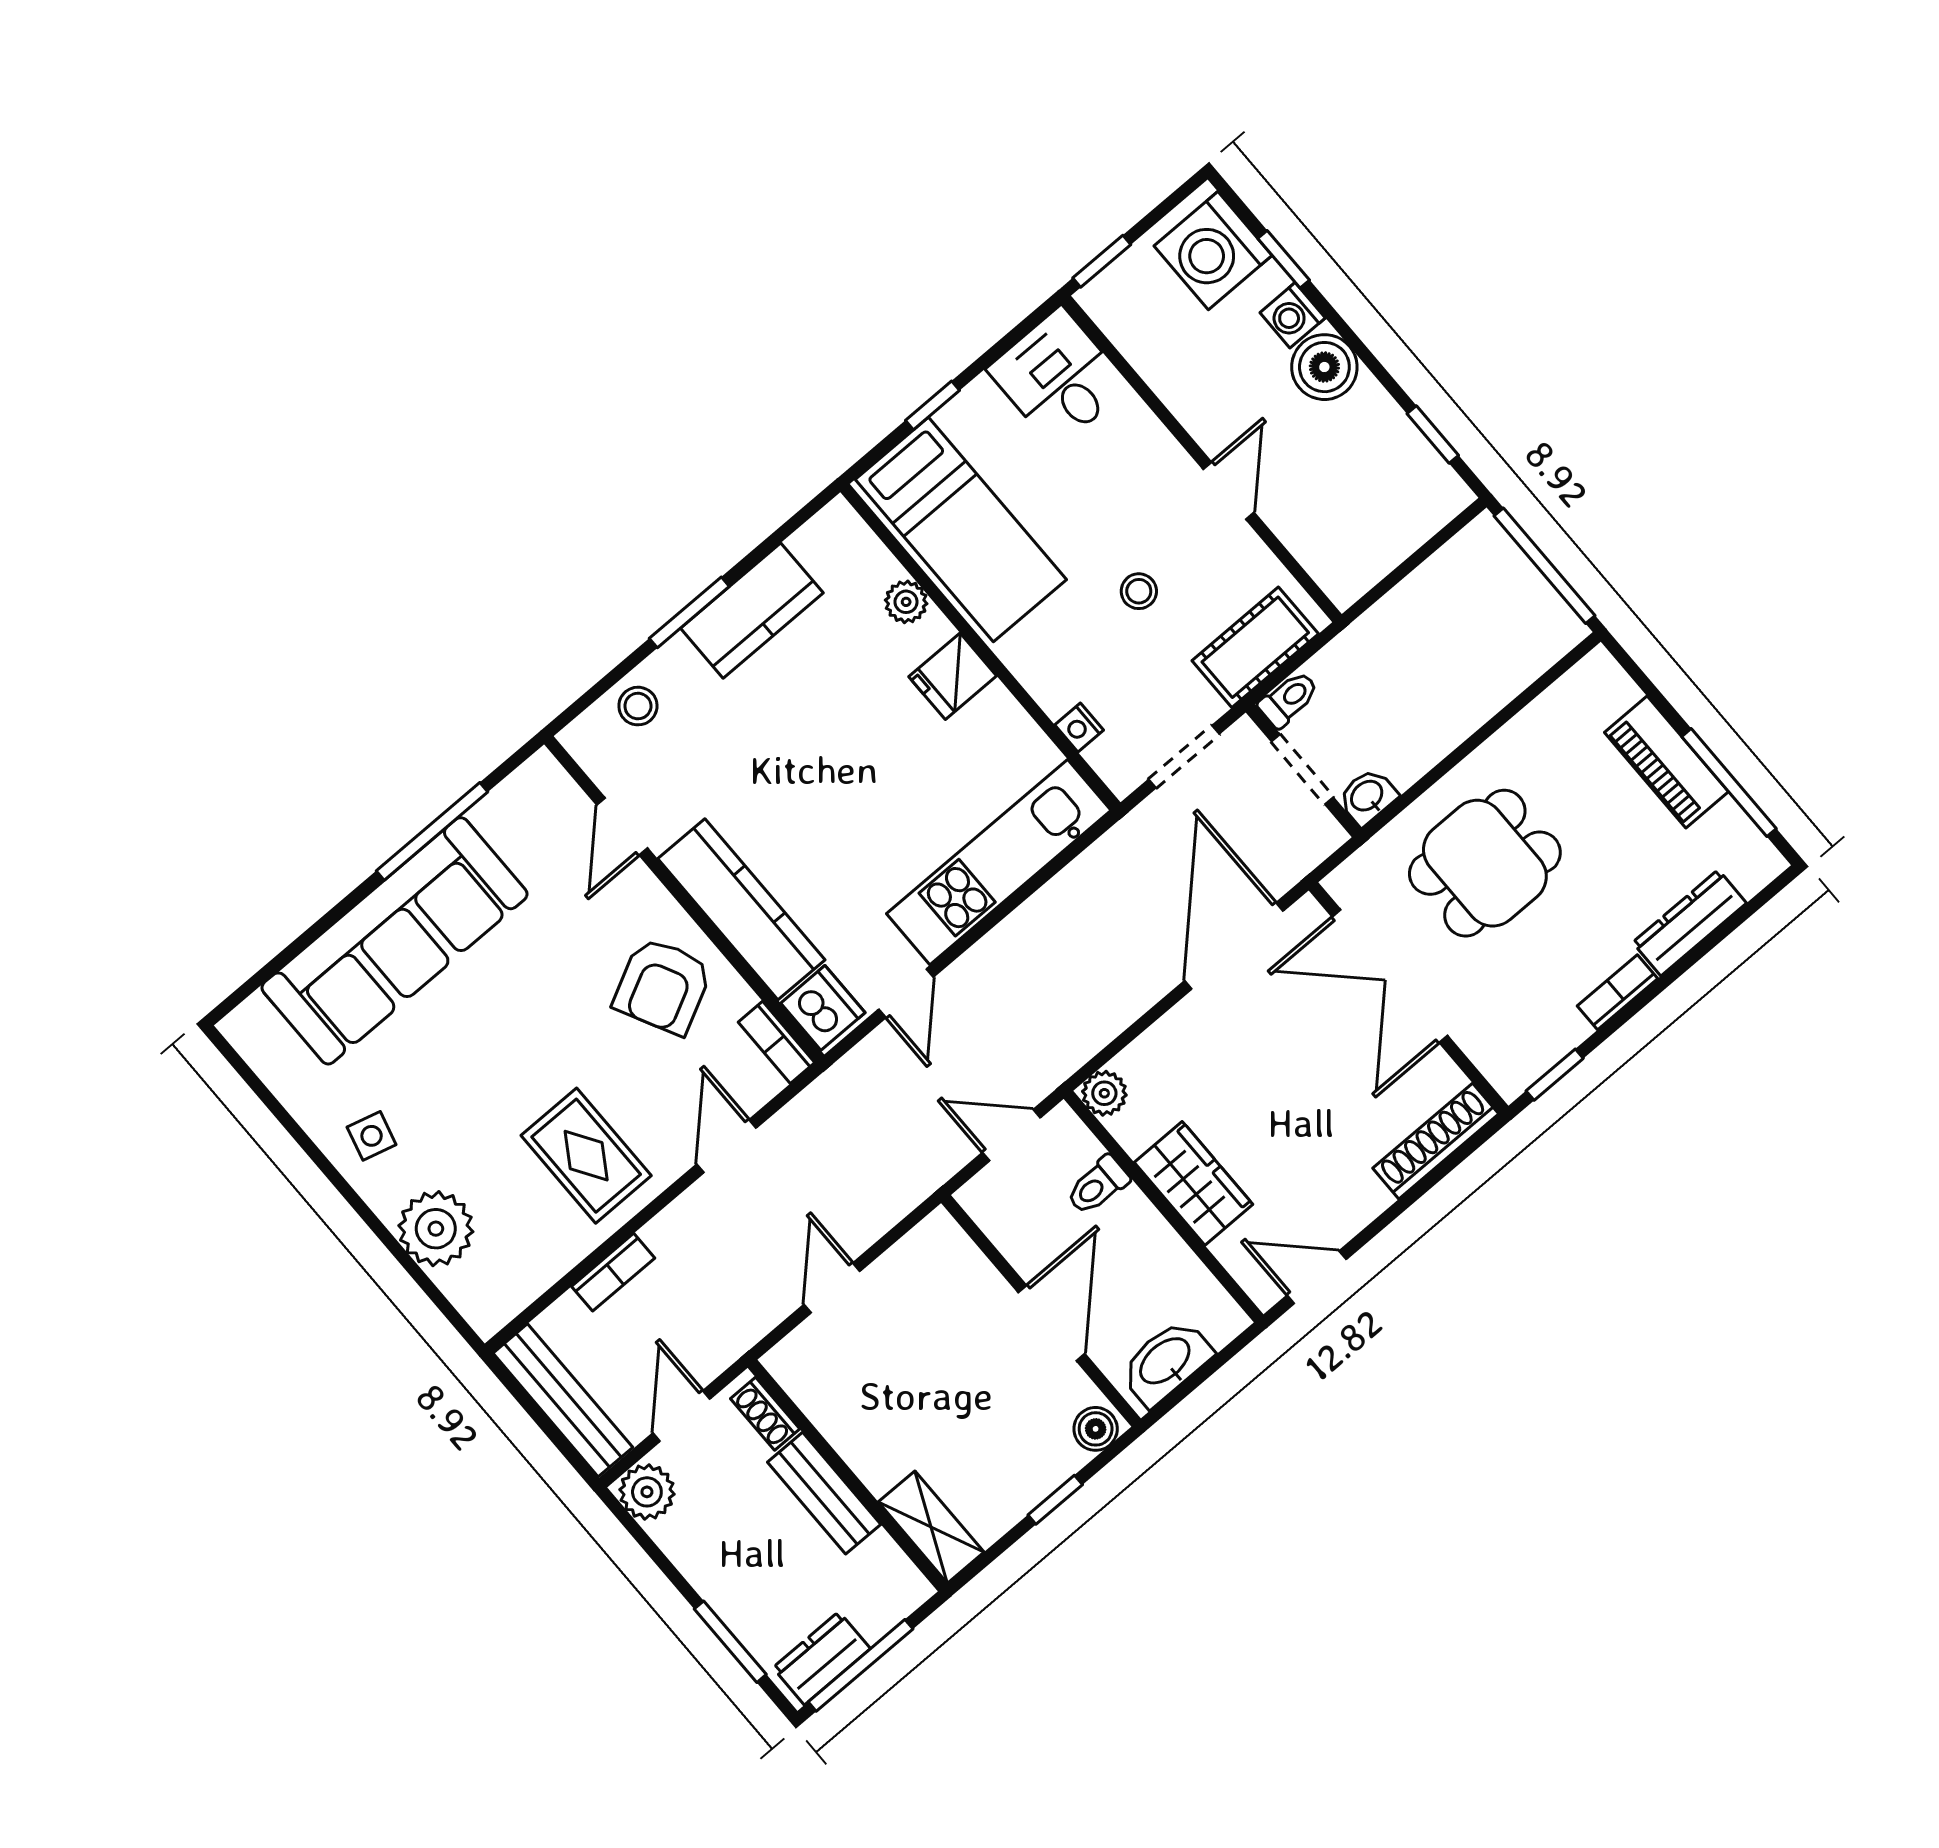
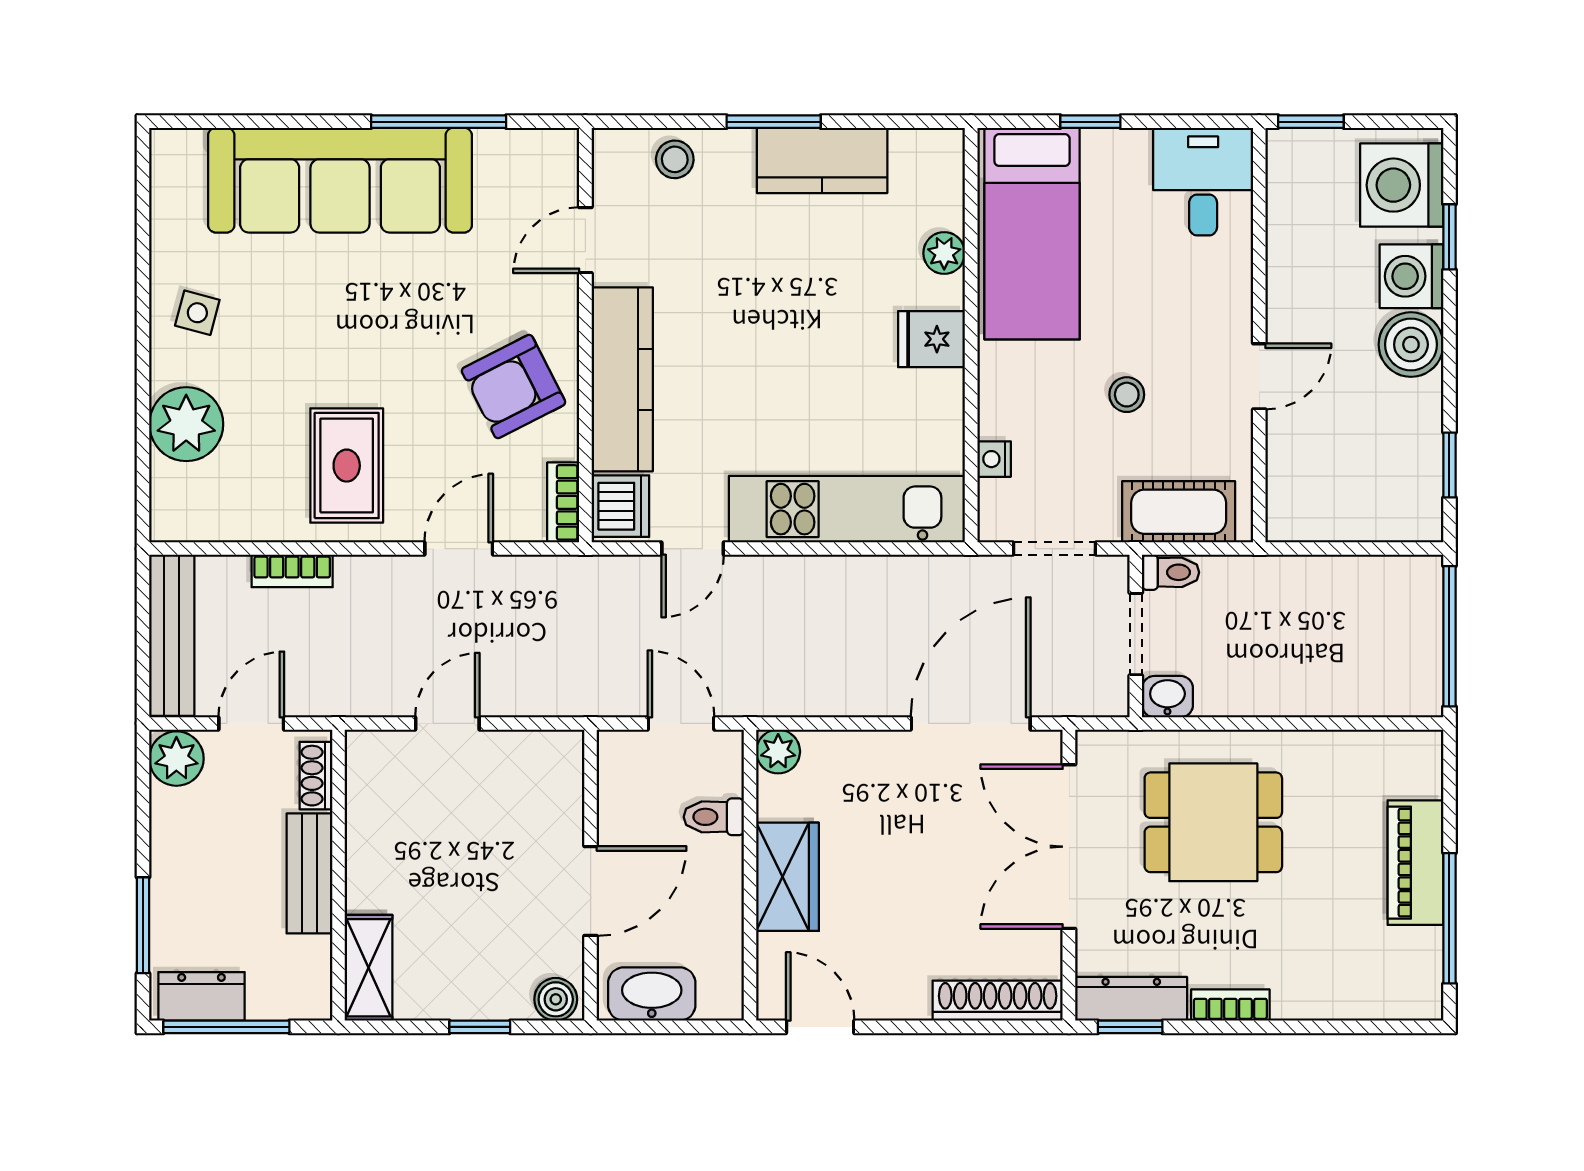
washing machine: (1293, 315) -> (1412, 276), width x1.38, depth x1.38
dresser: (1690, 923) -> (1131, 999), moved

